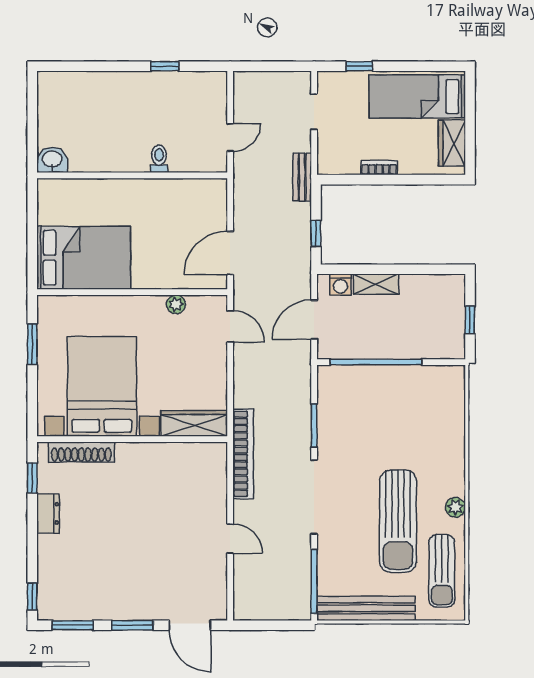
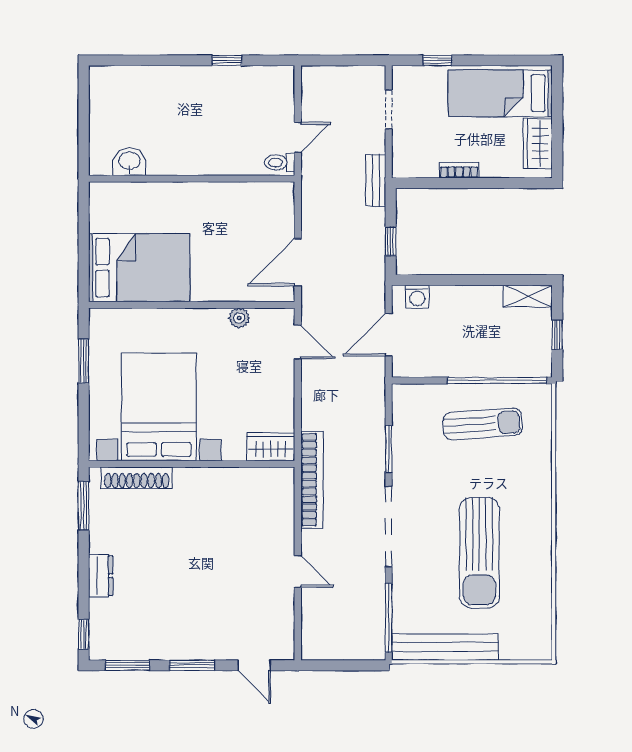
toilet: (159, 159) -> (280, 162), moved, turned -90
washbasin: (52, 160) -> (129, 162), moved
shelving: (376, 284) -> (528, 296), moved
window: (376, 362) -> (497, 381), moved
wardrobe: (194, 423) -> (271, 447), width x0.67
window: (32, 478) -> (84, 506), width x1.50
plant: (455, 507) -> (542, 538), removed
dresser: (48, 513) -> (101, 576), moved
sun lounger: (442, 571) -> (483, 424), moved, turned -94
door: (190, 625) -> (254, 665), width x0.73

